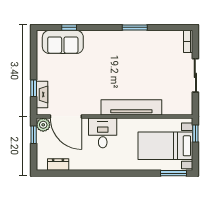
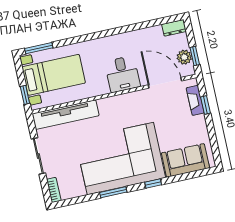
window: (69, 27) -> (153, 183), moved
corner sofa: (121, 57) -> (120, 159), added
tv unit: (131, 107) -> (66, 115), moved
plant: (43, 125) -> (184, 57), moved
dresser: (58, 164) -> (174, 28), moved

